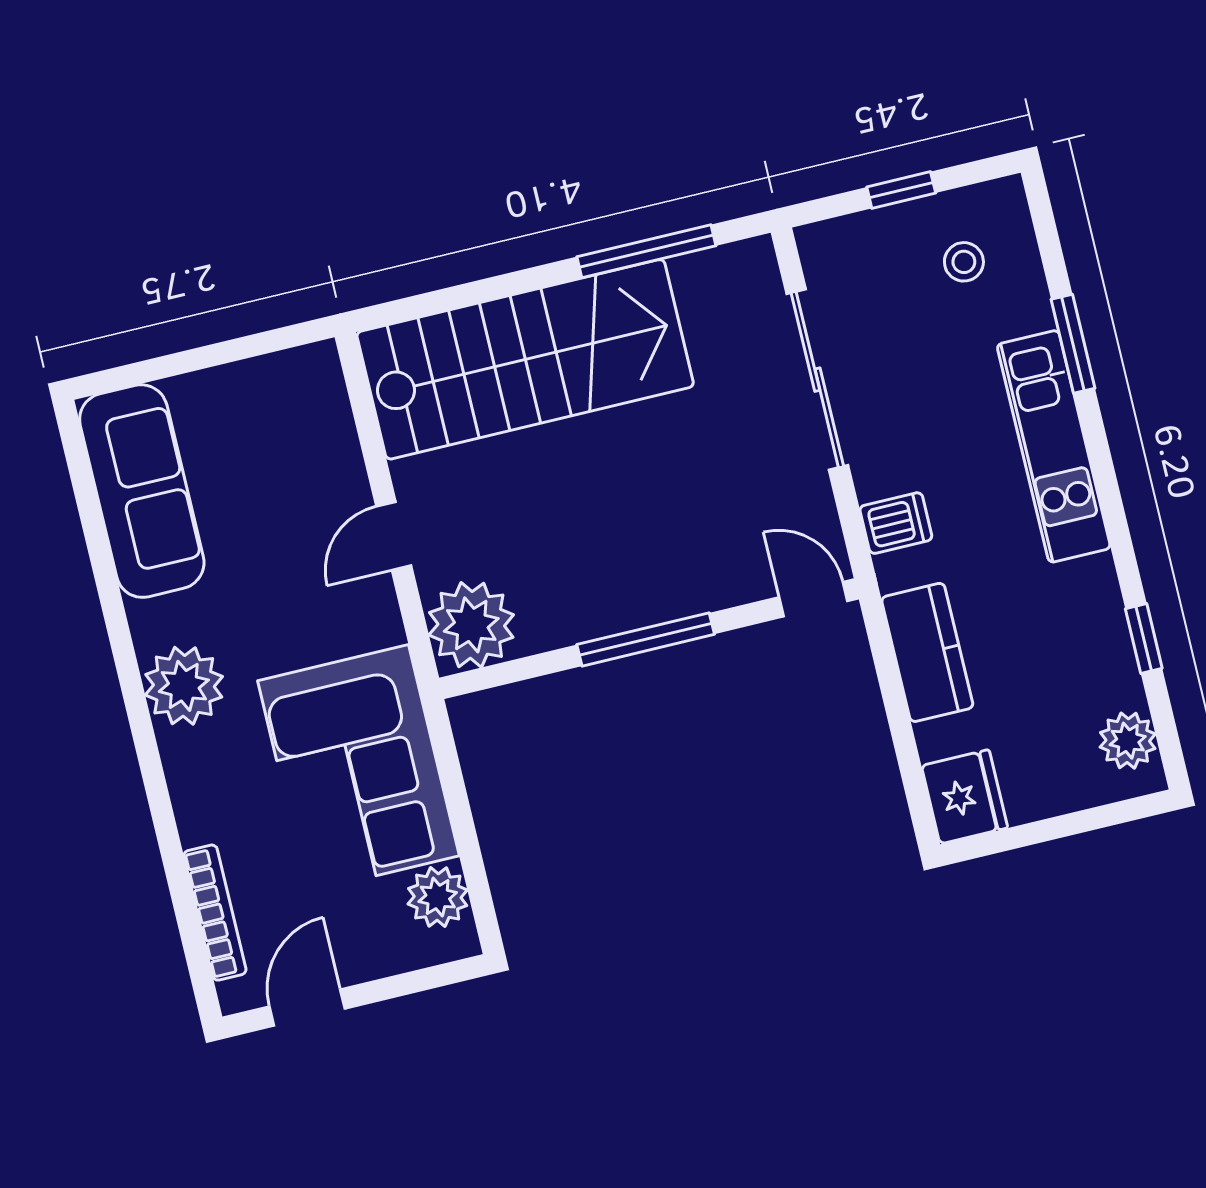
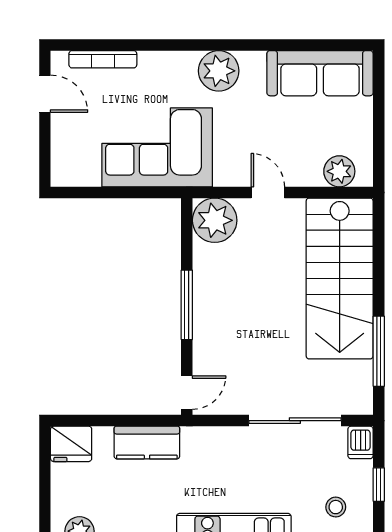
dishwasher: (896, 523) -> (361, 442), moved
plant: (438, 897) -> (339, 171), moved

